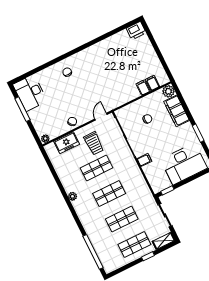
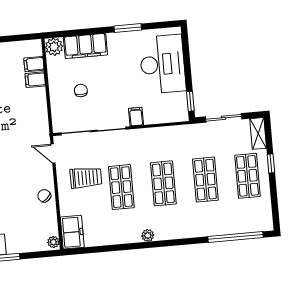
freezer: (67, 143) -> (72, 232), moved

